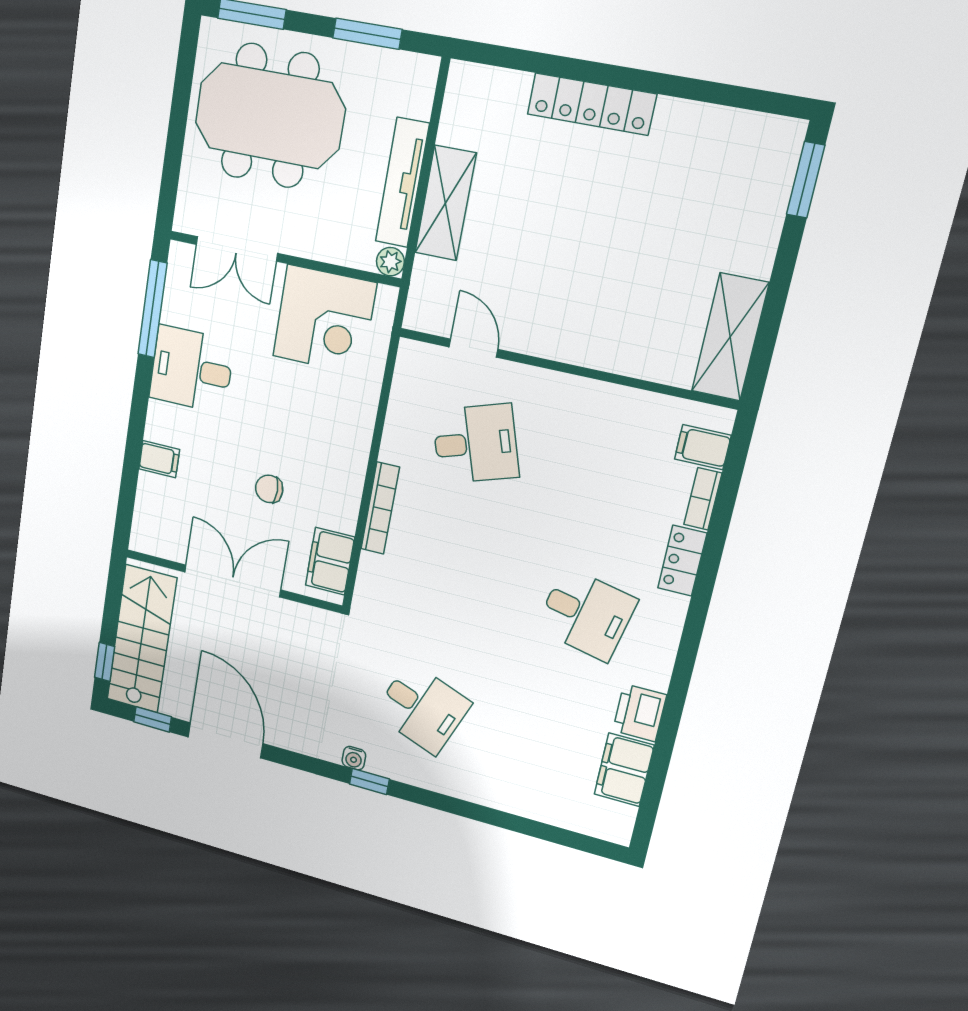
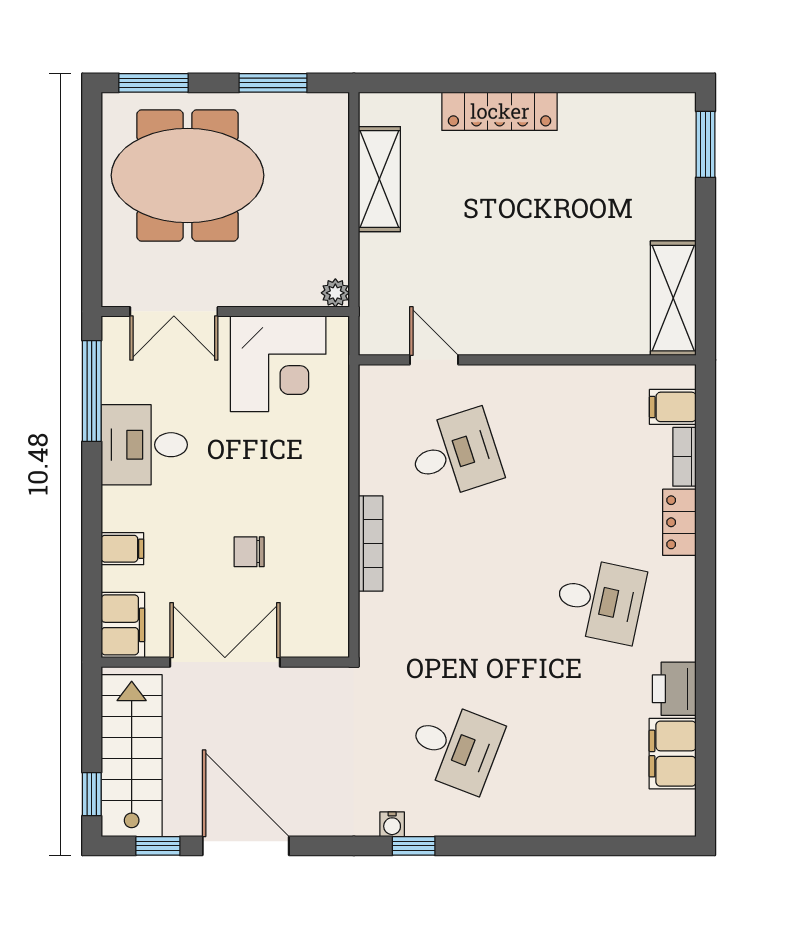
tv unit: (402, 183) -> (333, 215), removed
shelving: (445, 203) -> (379, 179), moved
filing cabinet: (330, 561) -> (123, 625), moved, turned 180

